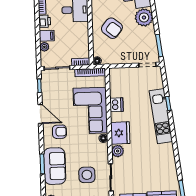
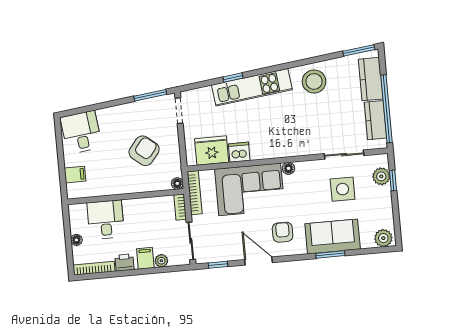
plant: (144, 17) -> (111, 120), removed
armchair: (112, 28) -> (144, 151), moved
door: (40, 114) -> (259, 261), hinge flipped
fridge: (120, 133) -> (212, 151), moved
plant: (118, 151) -> (306, 147), removed
stool: (162, 159) -> (314, 81), added

